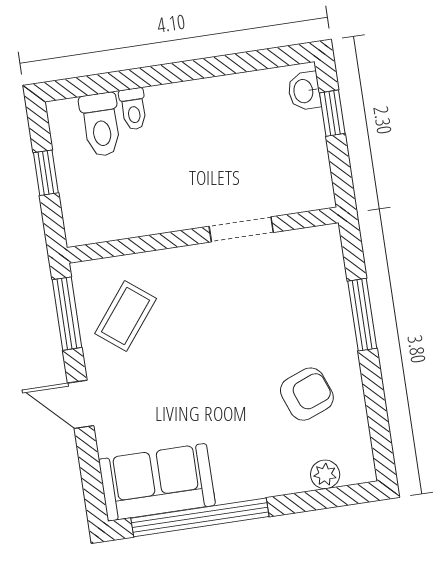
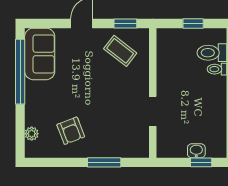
washbasin: (304, 91) -> (196, 151), moved
window: (67, 314) -> (125, 23), width x0.67

